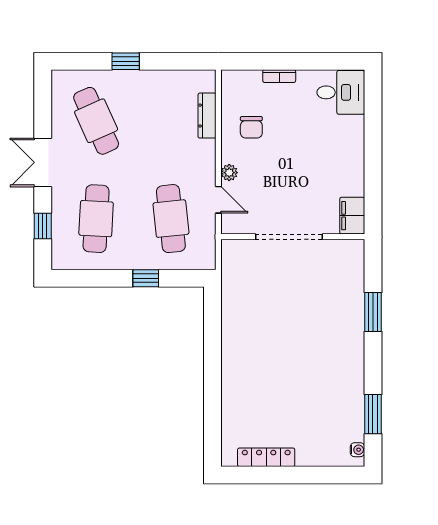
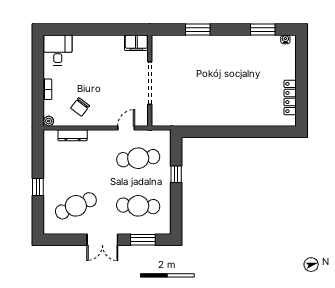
chair: (251, 127) -> (80, 107), turned 127
plant: (229, 173) -> (49, 121), moved
window: (43, 226) -> (143, 240), width x1.50

